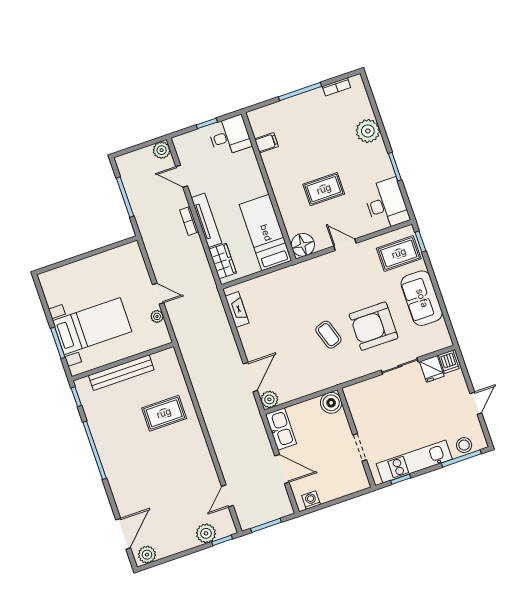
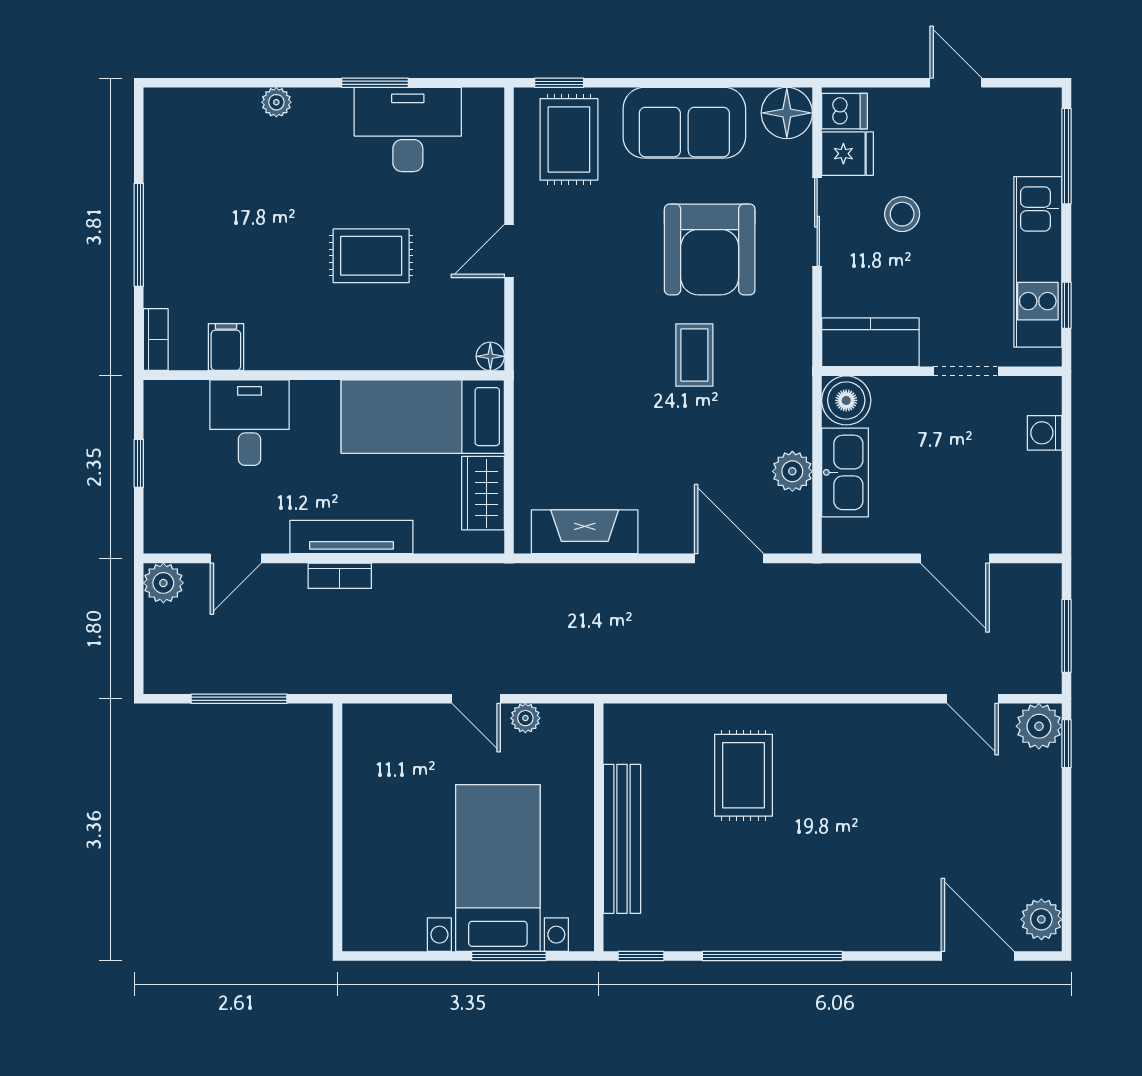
bookcase: (336, 87) -> (156, 340), moved
plant: (368, 131) -> (276, 102), width x0.53, depth x0.53
desk: (230, 136) -> (250, 423), moved
rug: (324, 189) -> (371, 256), turned 90
desk: (386, 204) -> (408, 130), moved
floor lamp: (303, 245) -> (490, 356), width x0.53, depth x0.53
wardrobe: (223, 261) -> (483, 493), moved, turned -90
door: (158, 294) -> (476, 699), swing flipped
fireplace: (237, 310) -> (585, 532), width x1.37, depth x1.32
coffee table: (328, 335) -> (694, 355), turned -72
floor lamp: (440, 339) -> (787, 113), added
plant: (269, 399) -> (792, 471), moved
kitchen counter: (358, 405) -> (870, 342), added
kitchen sink: (281, 429) -> (845, 472), moved, turned 90
stool: (464, 445) -> (902, 214), moved
door: (282, 469) -> (955, 558), swing flipped
washing machine: (311, 500) -> (1045, 433), moved
plant: (206, 533) -> (1039, 726), moved

